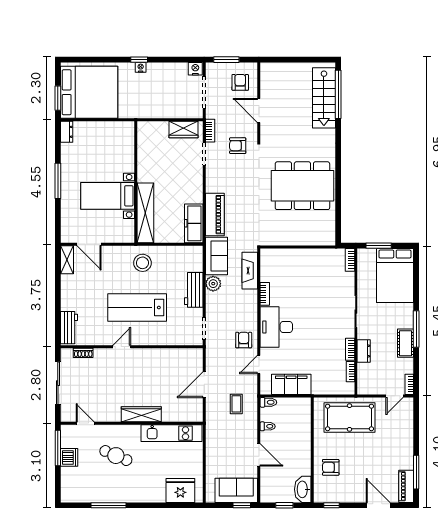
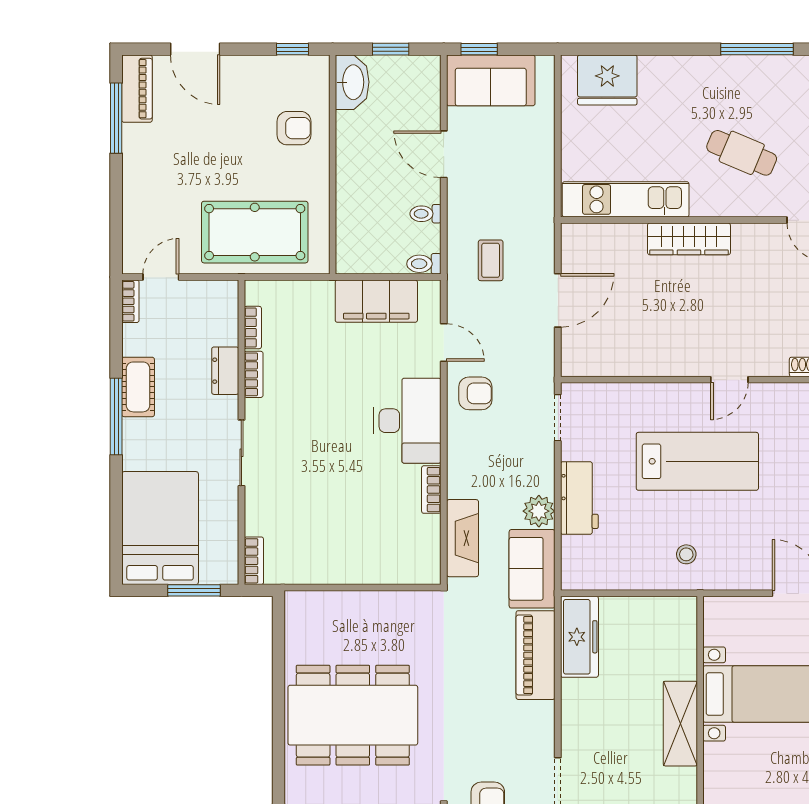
shelving: (145, 213) -> (680, 724), moved, width x0.68
stool: (142, 263) -> (686, 554), width x0.53, depth x0.53
armchair: (244, 340) -> (475, 393), turned -90
door: (259, 364) -> (444, 343), hinge flipped

